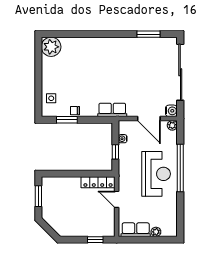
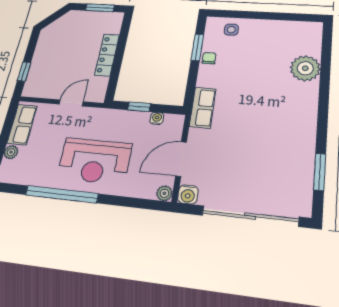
plant: (51, 47) -> (305, 68), moved
window: (180, 168) -> (62, 194), moved
locker: (98, 182) -> (107, 55), moved

